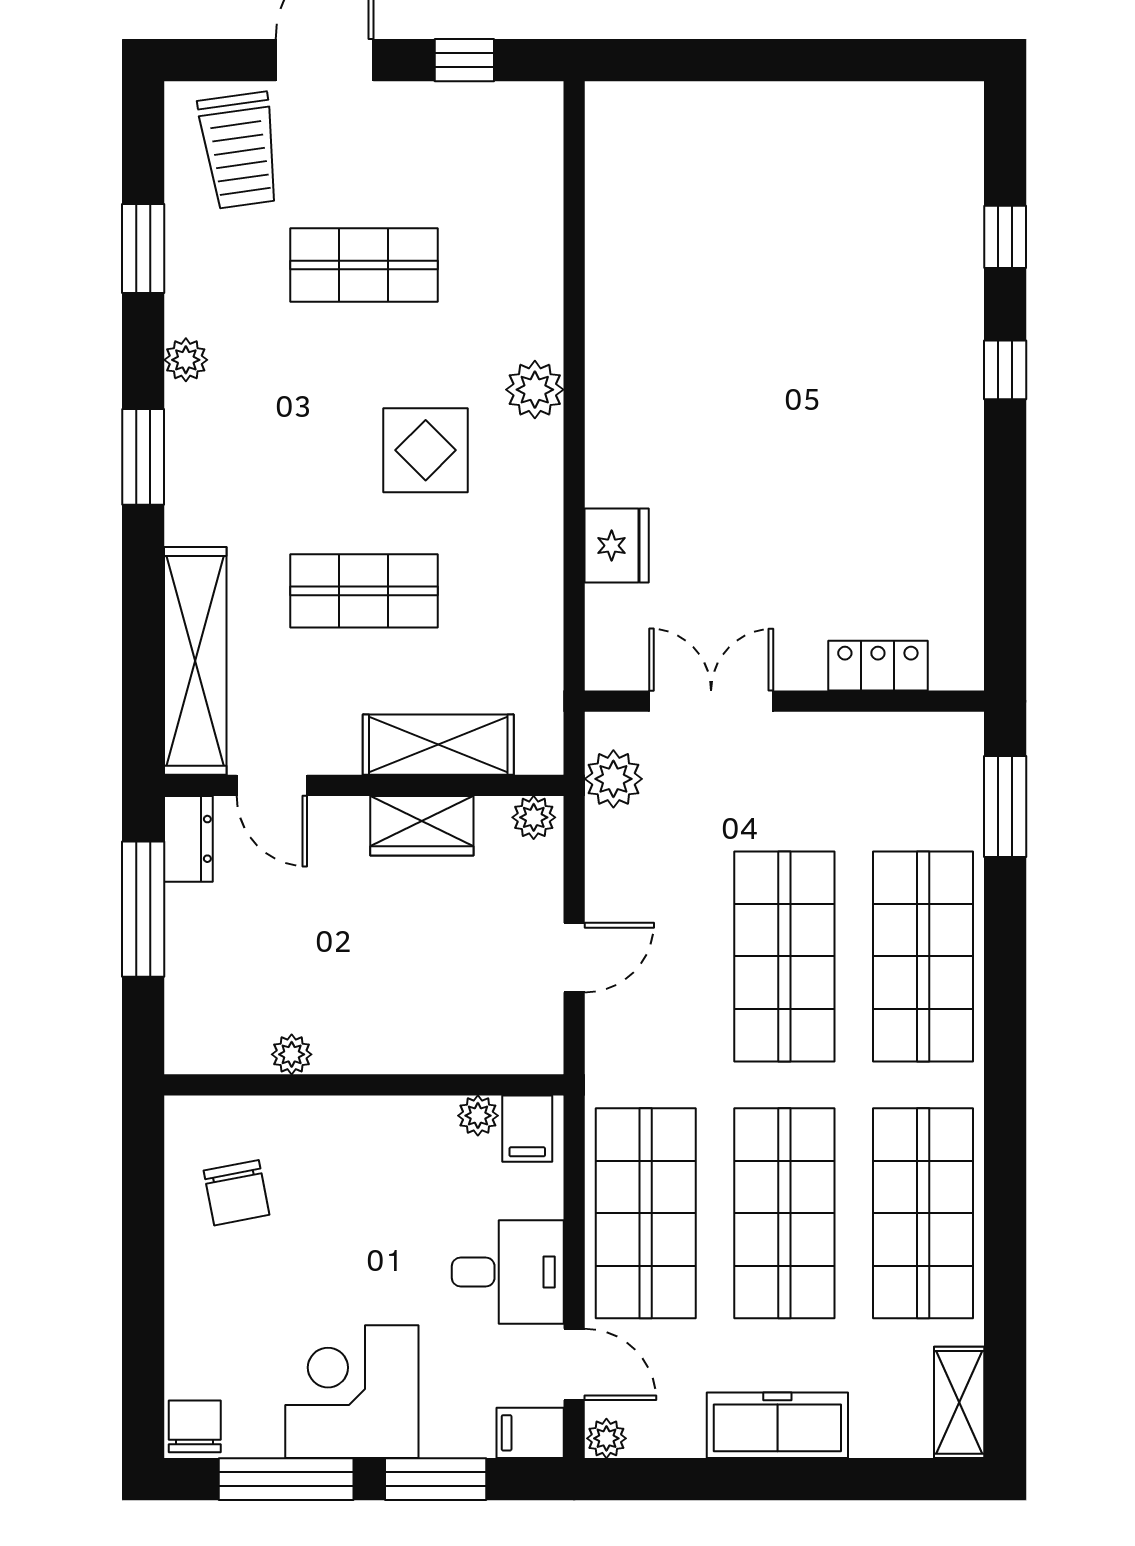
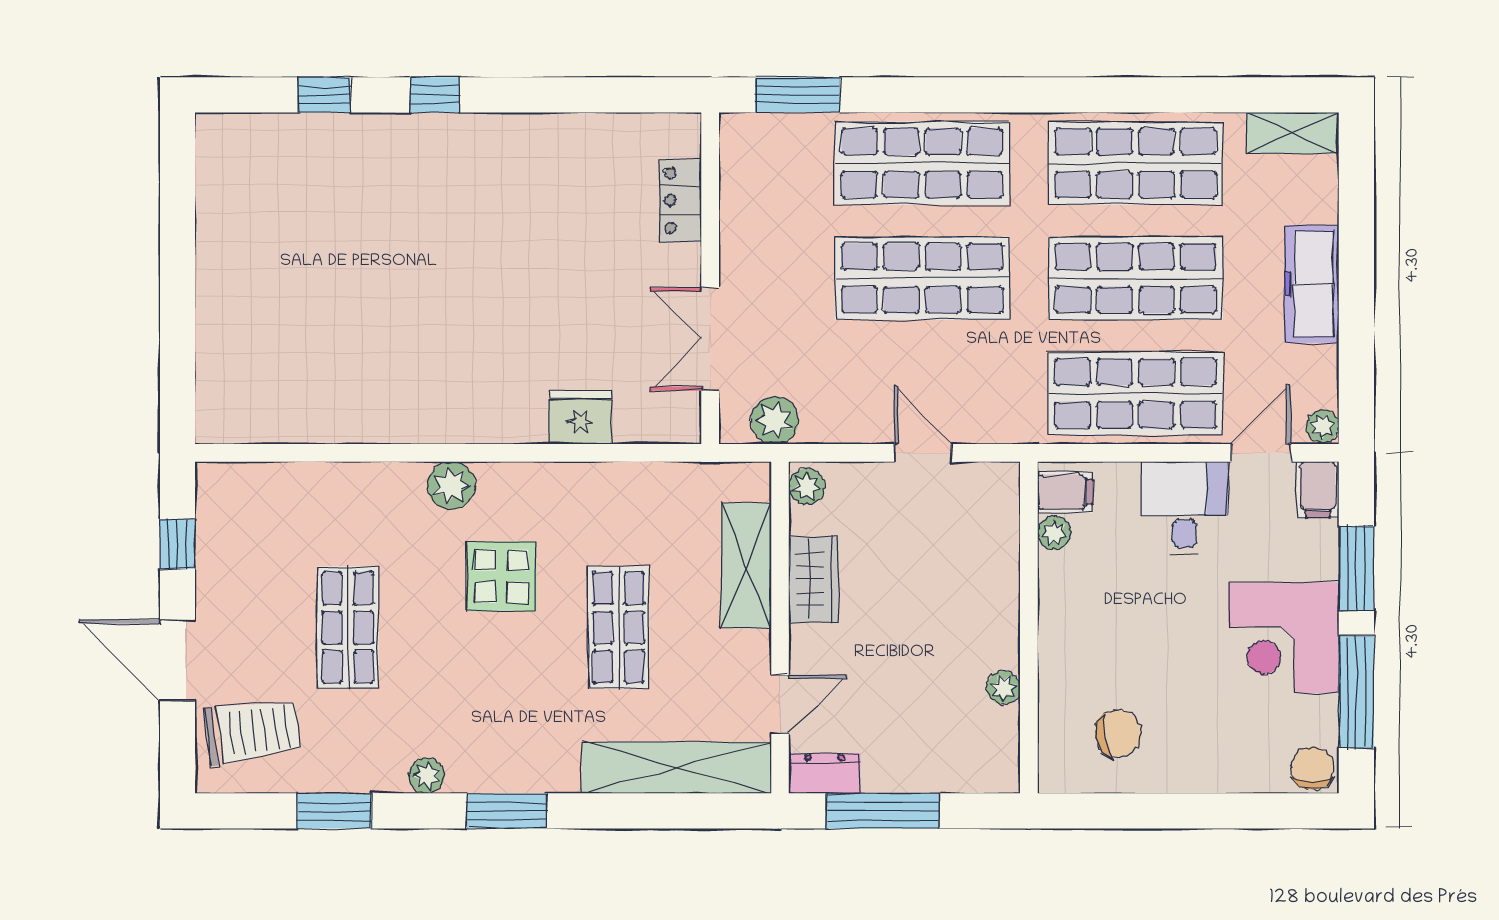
chair: (195, 1426) -> (1313, 768), turned 90

